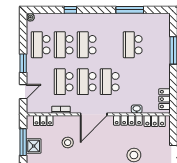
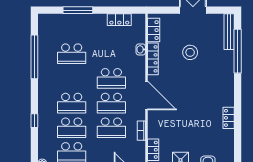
window: (130, 10) -> (34, 57), width x1.46
locker: (164, 99) -> (119, 20), moved
stool: (68, 143) -> (177, 123), removed

